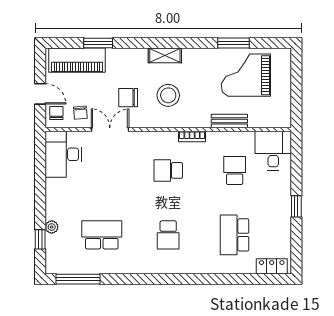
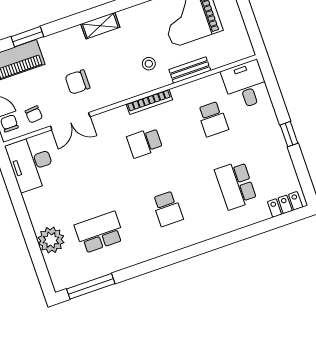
stool: (168, 95) -> (149, 64), moved, width x0.53, depth x0.53
double door: (110, 129) -> (70, 121), swing flipped
bookcase: (192, 136) -> (149, 102), width x1.56
school desk: (235, 170) -> (213, 119), turned 180
plant: (52, 227) -> (51, 240), width x1.88, depth x1.88
window: (40, 239) -> (38, 259), removed

